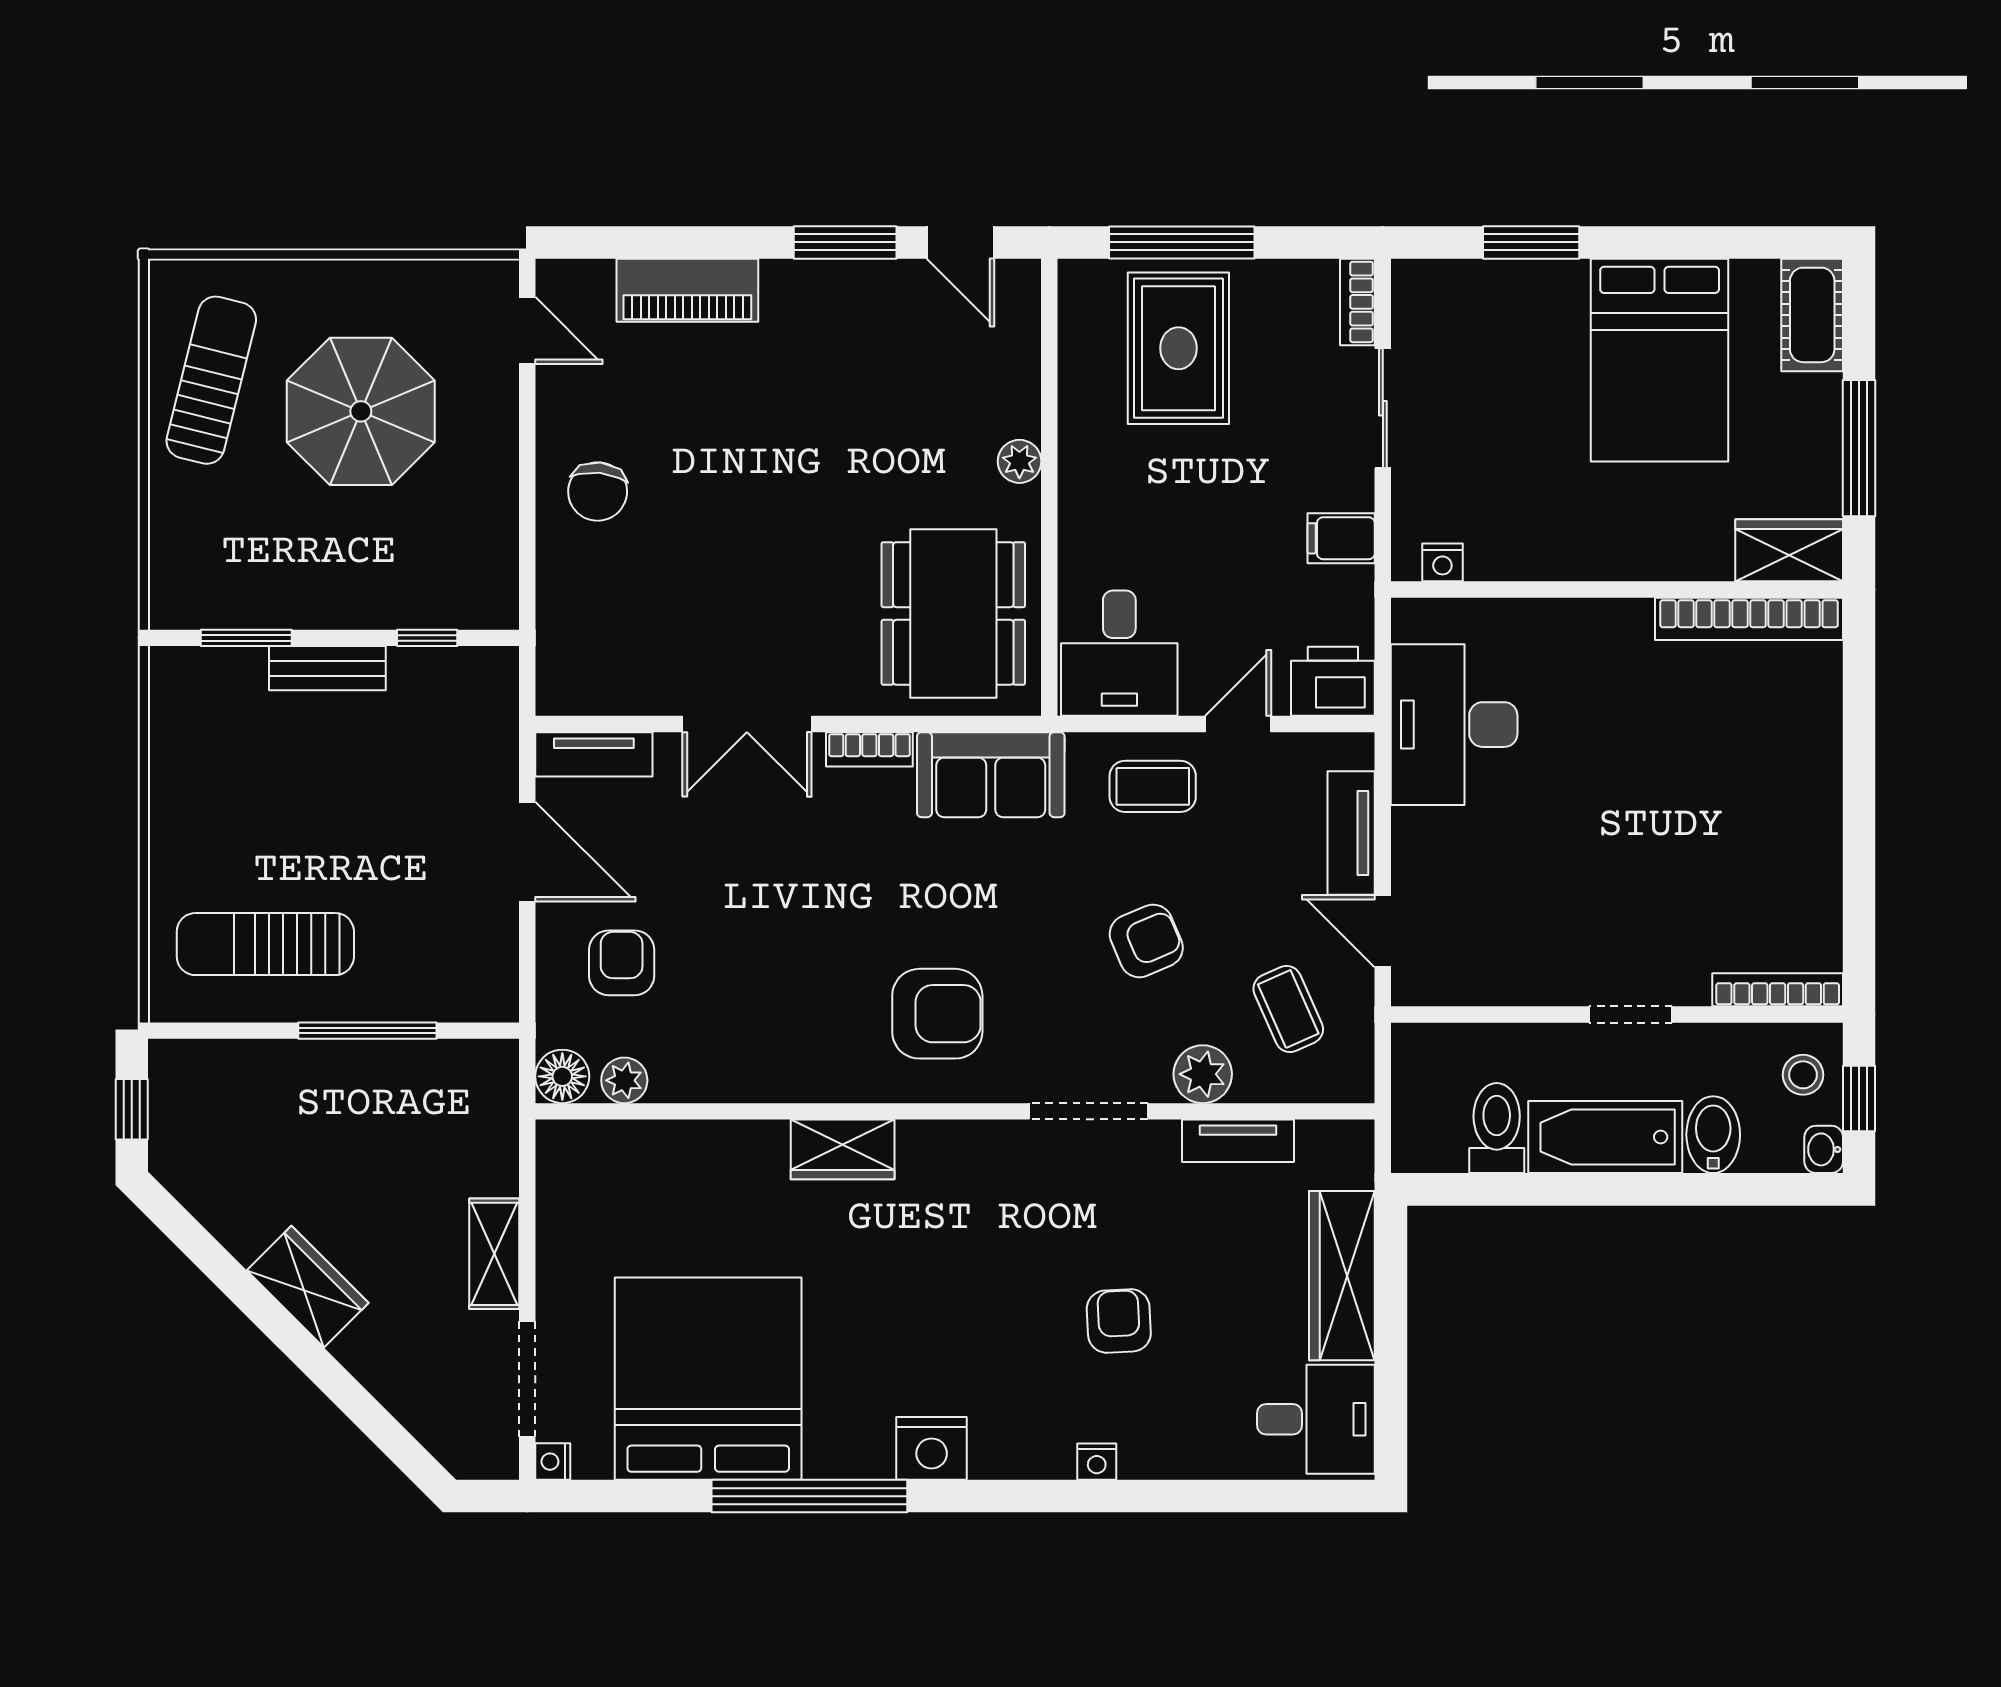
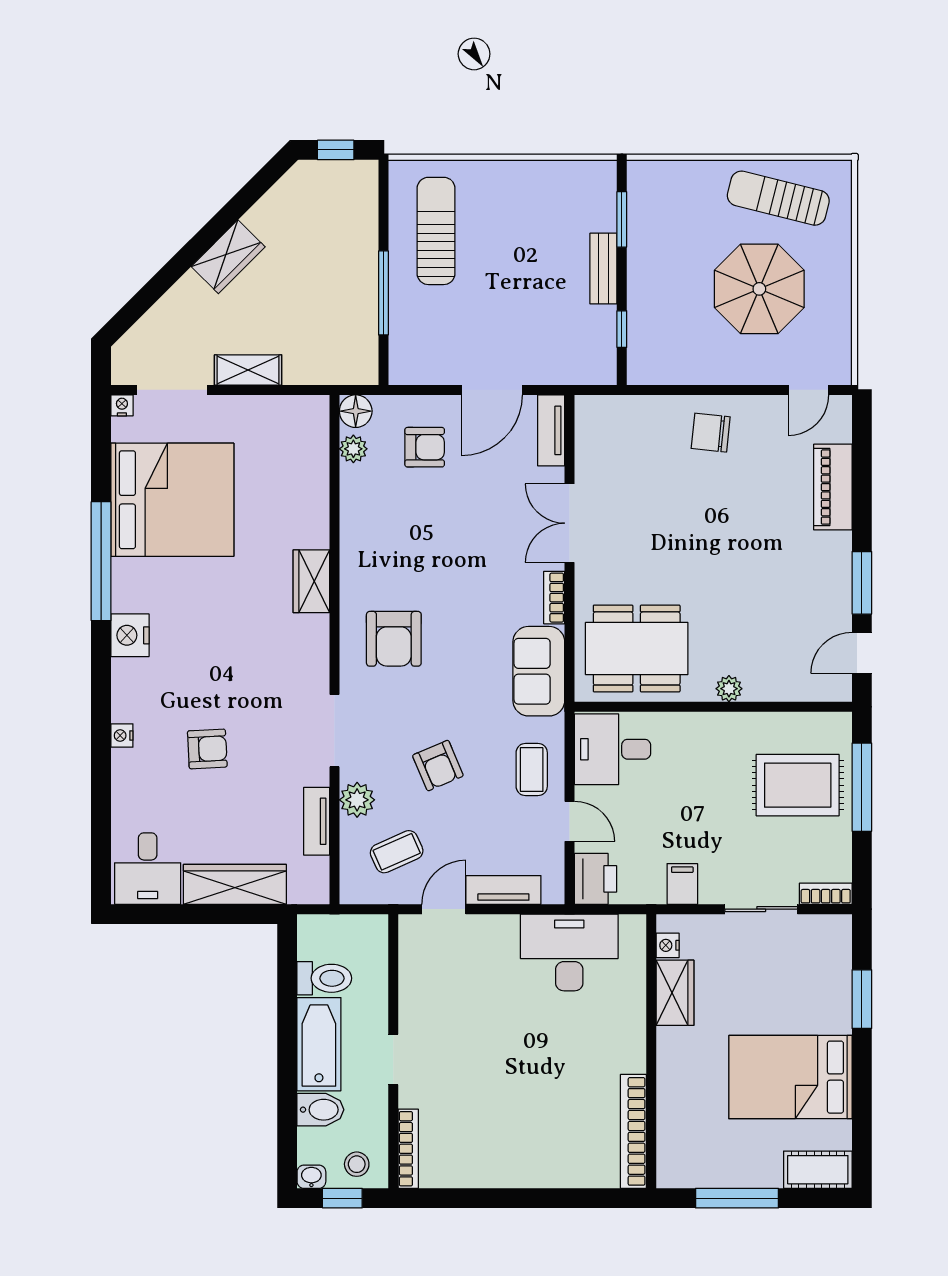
sun lounger: (211, 380) -> (778, 198), turned 180
wardrobe: (1789, 550) -> (675, 993), moved

